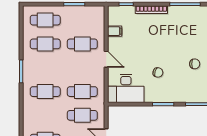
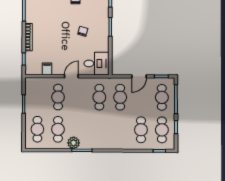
plant: (30, 62) -> (74, 143), added
desk: (126, 88) -> (97, 63), width x0.73
cafe table: (45, 92) -> (99, 130), removed

